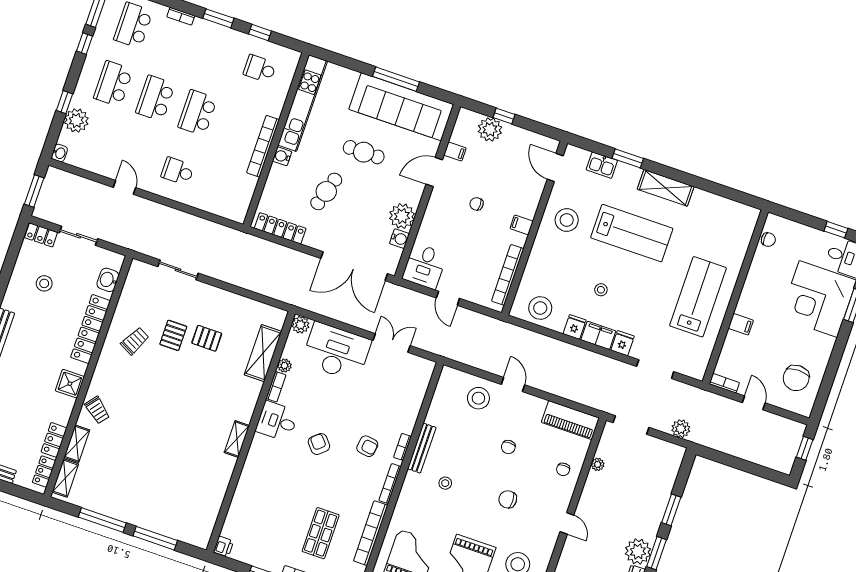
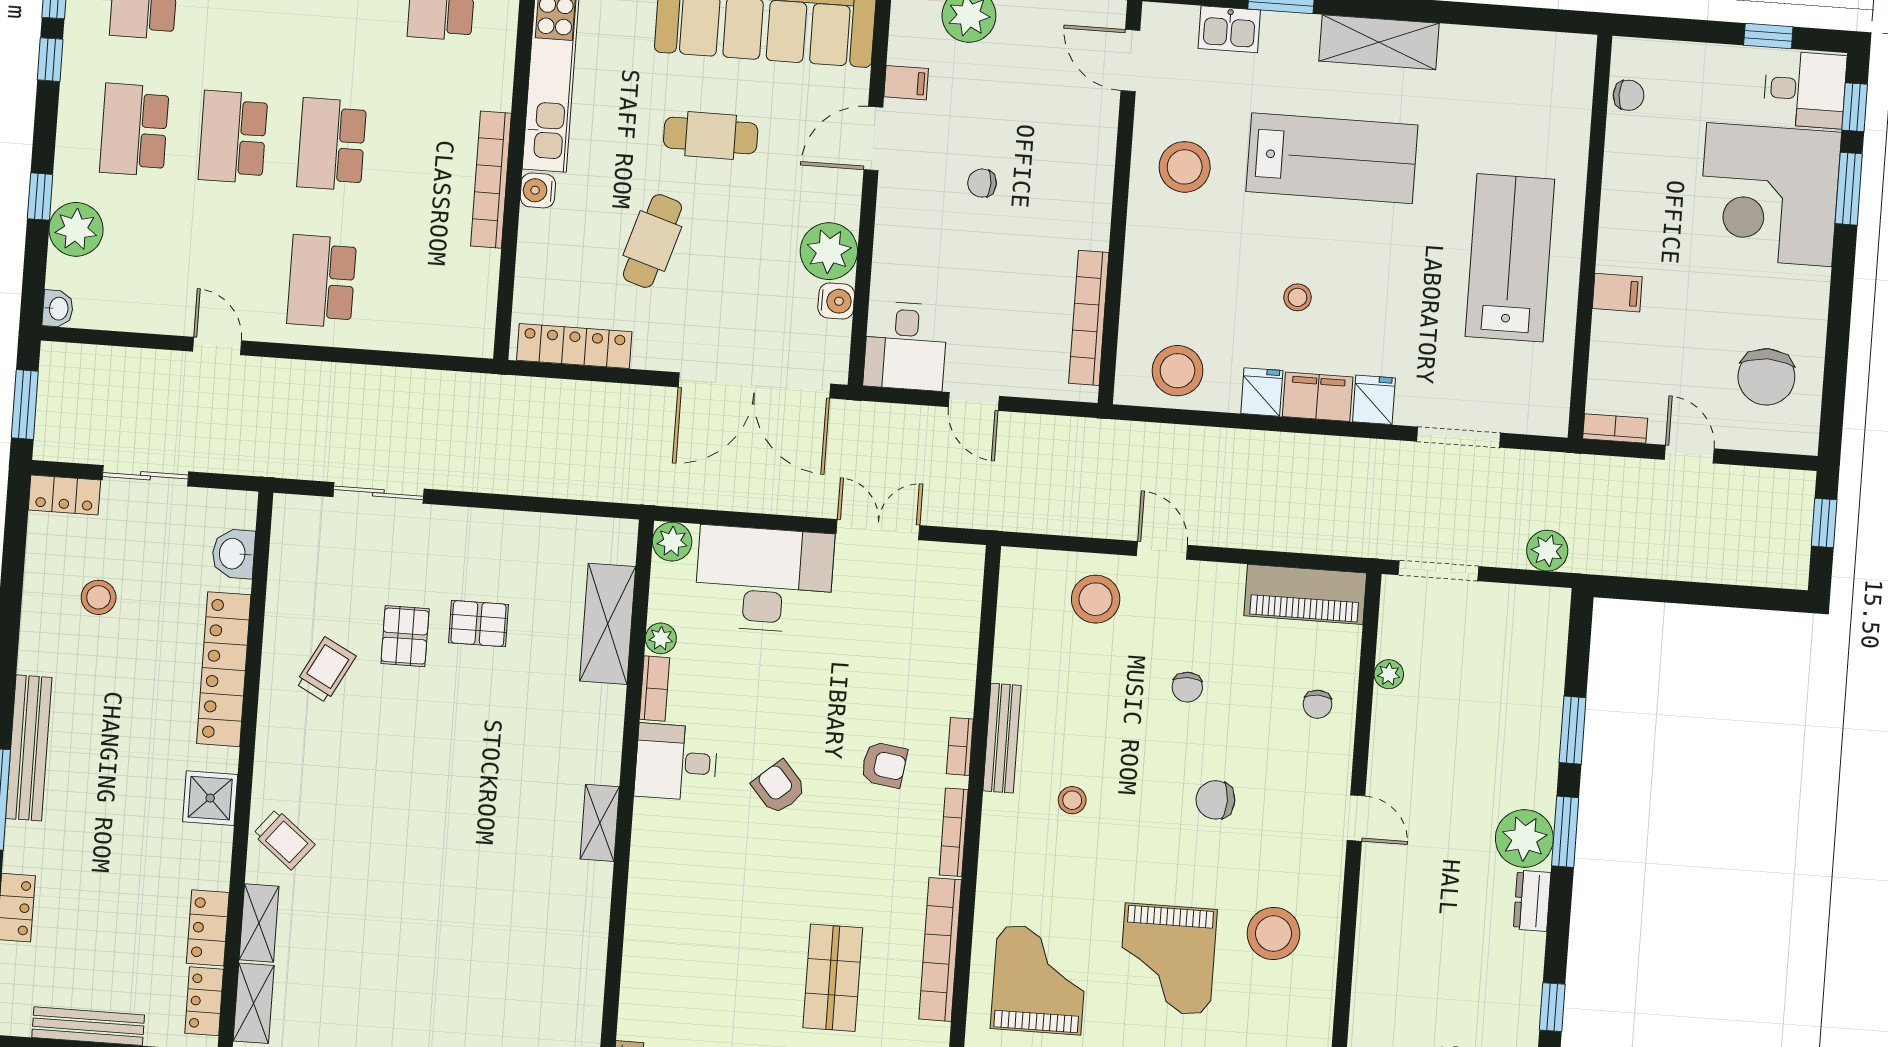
school desk: (178, 171) -> (322, 281), width x1.85
filing cabinet: (522, 225) -> (1091, 203), removed

